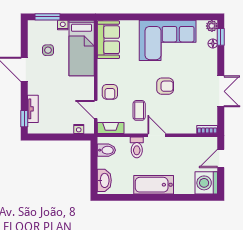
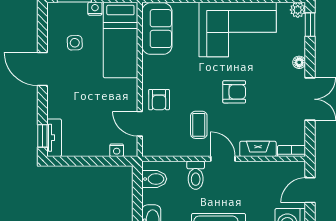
floor lamp: (213, 43) -> (299, 62), moved
tv unit: (33, 109) -> (54, 138), moved
fireplace: (111, 128) -> (258, 149), moved

